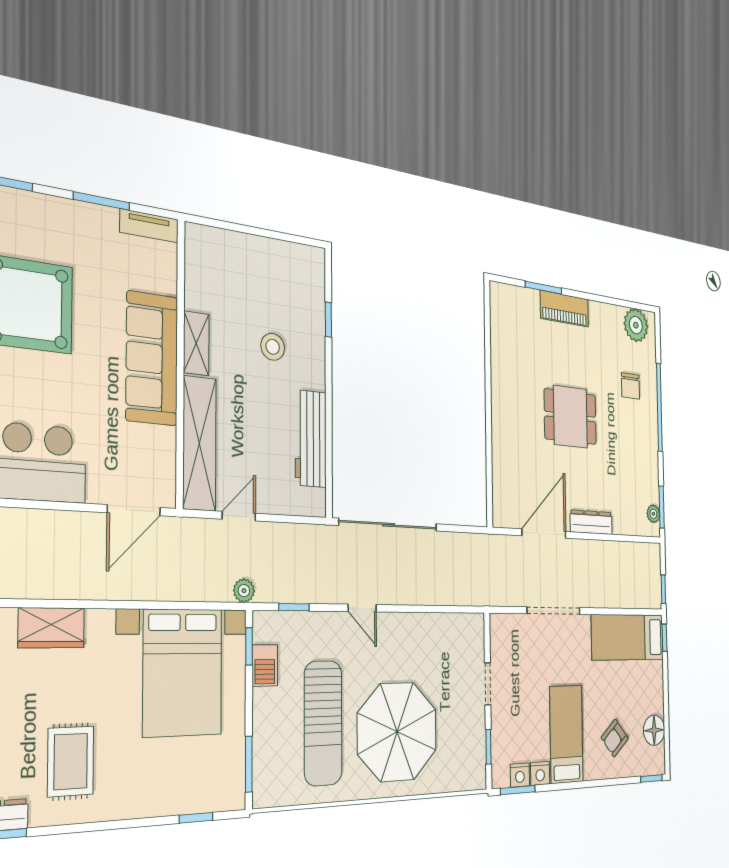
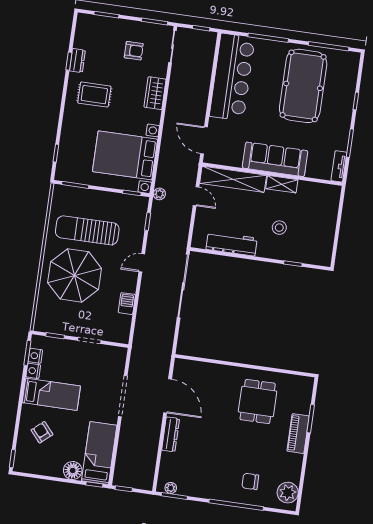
dining table: (570, 417) -> (258, 401), moved
barbecue: (265, 665) -> (127, 304), moved, turned 90
floor lamp: (654, 730) -> (73, 470), moved

